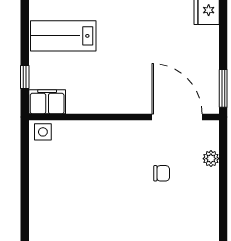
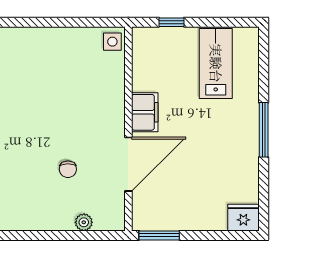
filing cabinet: (47, 102) -> (145, 112), moved
door: (177, 117) -> (128, 164), moved

